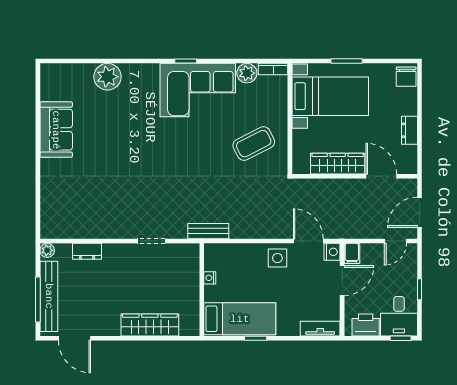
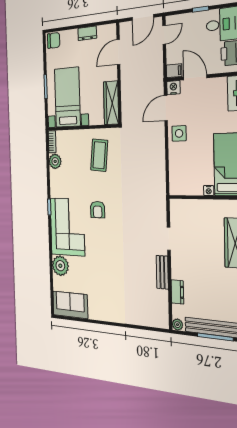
corner sofa: (198, 90) -> (67, 227), moved
sofa: (56, 130) -> (70, 305), moved
armchair: (184, 139) -> (98, 210), added
coffee table: (254, 144) -> (99, 155), turned 33
wardrobe: (338, 164) -> (111, 103), moved
door: (420, 212) -> (143, 17), hinge flipped
bench: (208, 231) -> (162, 272), moved
door: (395, 241) -> (164, 35), hinge flipped
nightstand: (210, 278) -> (209, 191), moved

